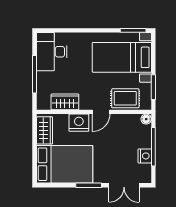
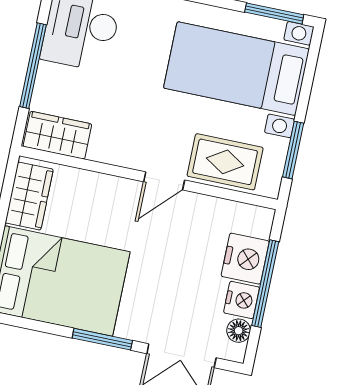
wardrobe: (65, 102) -> (57, 135), moved
floor lamp: (146, 119) -> (239, 331), moved
nightstand: (79, 123) -> (245, 259), moved, turned 90

